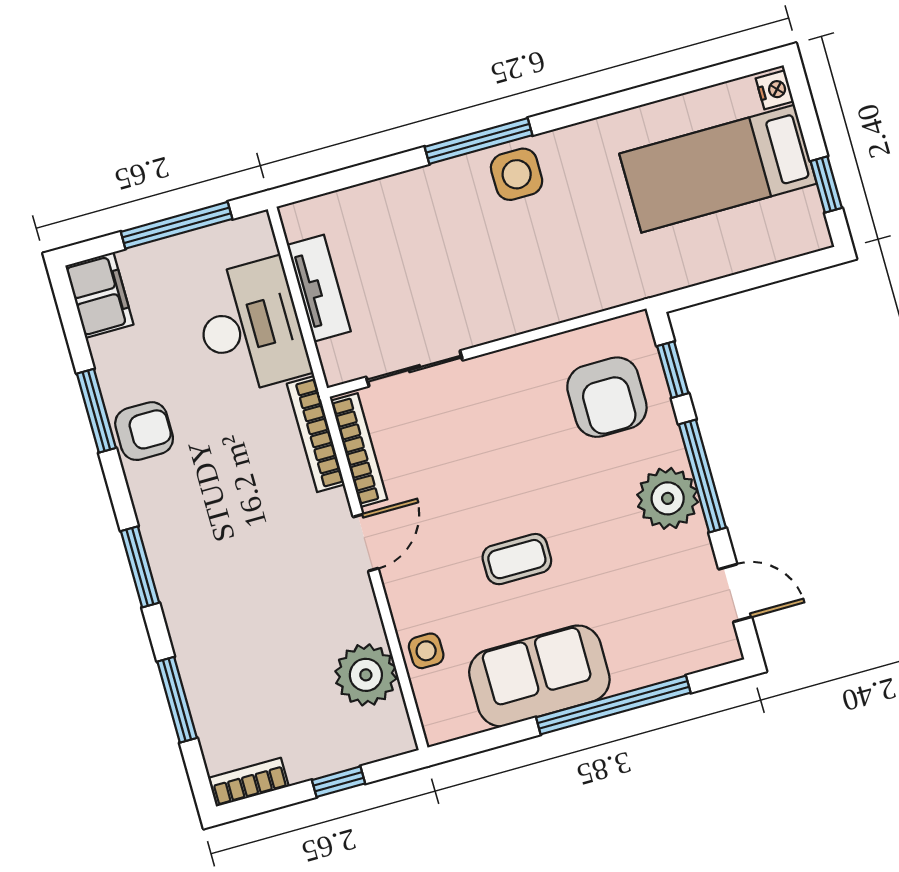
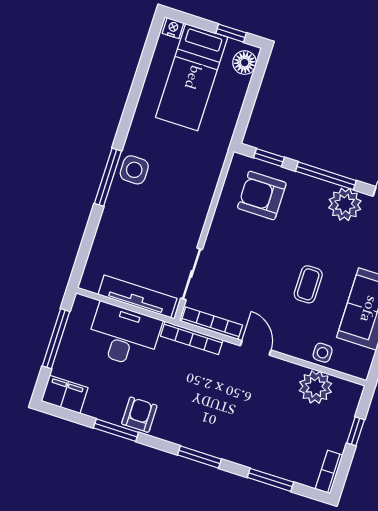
floor lamp: (794, 235) -> (245, 63), added
tv unit: (319, 288) -> (137, 296), width x1.41
armchair: (607, 397) -> (262, 195), turned 180
plant: (668, 498) -> (345, 204), moved

